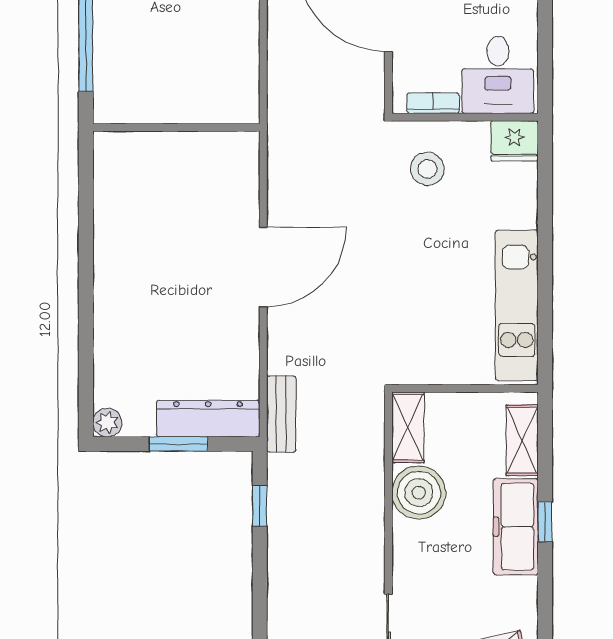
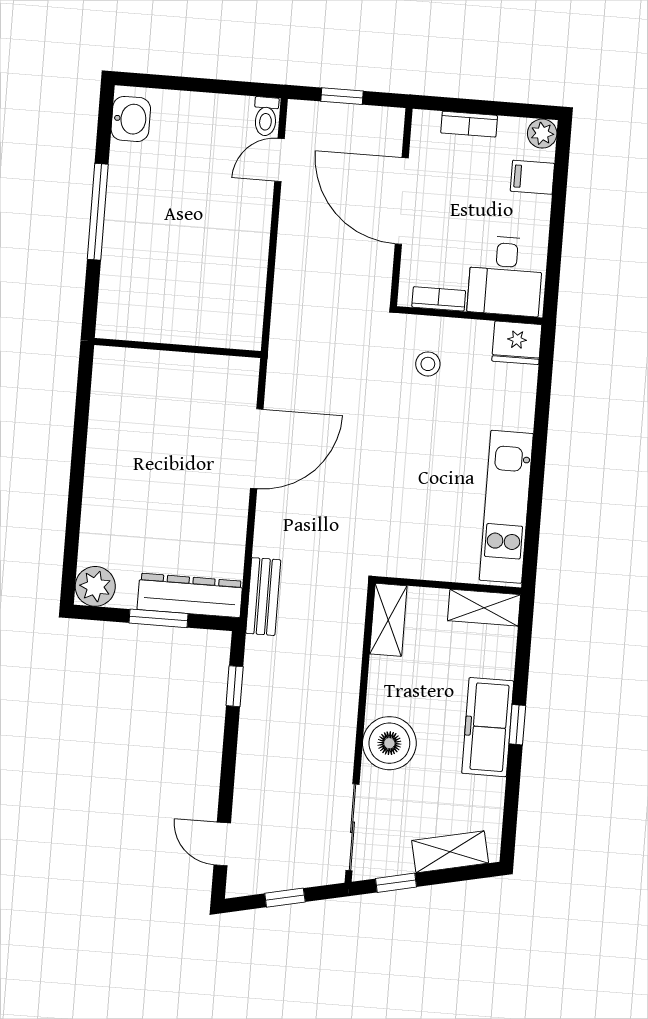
wall: (176, 127) -> (178, 348), moved
stool: (427, 169) -> (428, 364), width x0.73, depth x0.73
plant: (107, 422) -> (95, 586), width x1.38, depth x1.38
shelving: (522, 440) -> (484, 608), moved, turned 90
boiler: (419, 493) -> (389, 743), moved

